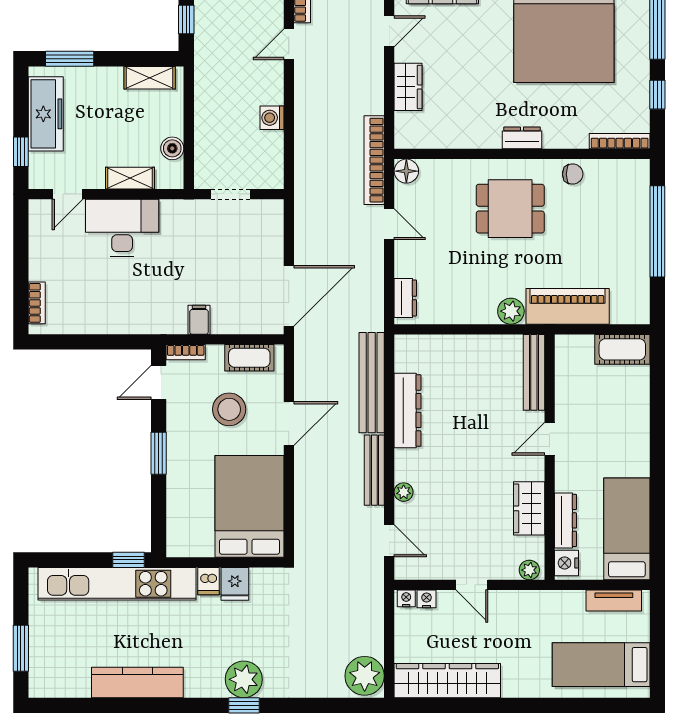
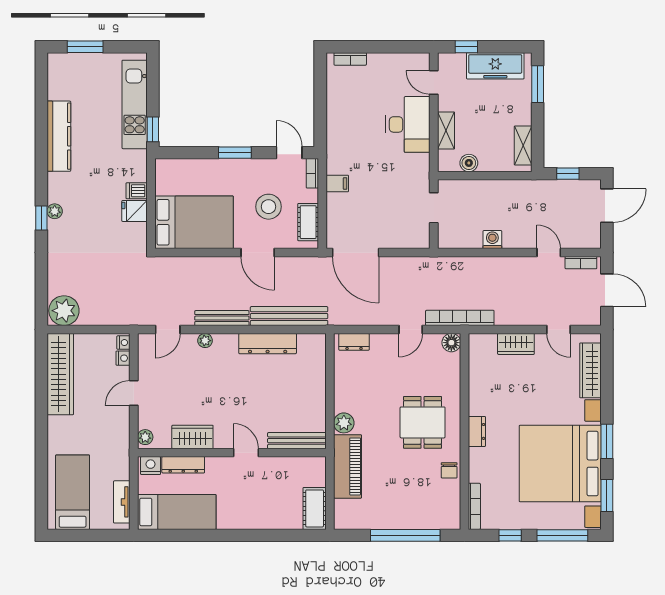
kitchen unit: (117, 584) -> (135, 104), width x0.73
plant: (244, 679) -> (55, 211), width x0.53, depth x0.53

